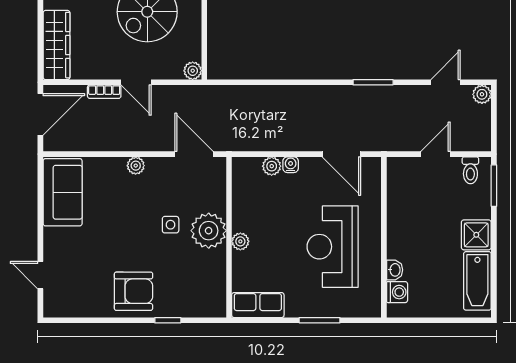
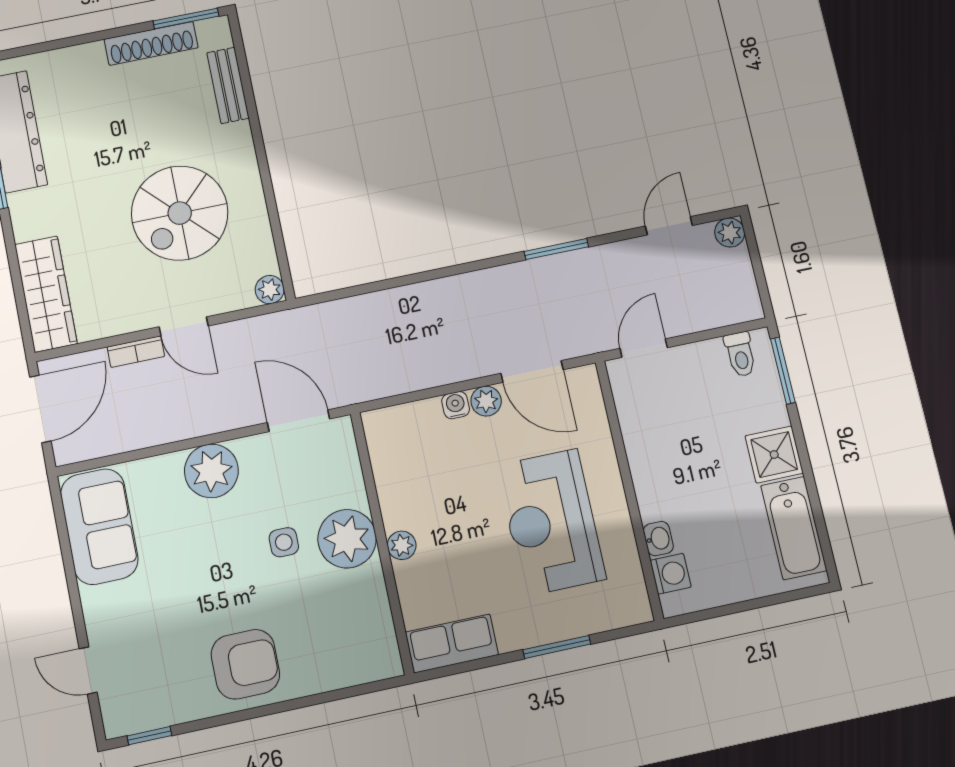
door: (435, 154) -> (644, 348), moved
plant: (136, 166) -> (211, 471), width x1.88, depth x1.88
plant: (272, 166) -> (486, 401), moved
window: (168, 320) -> (149, 736), moved

